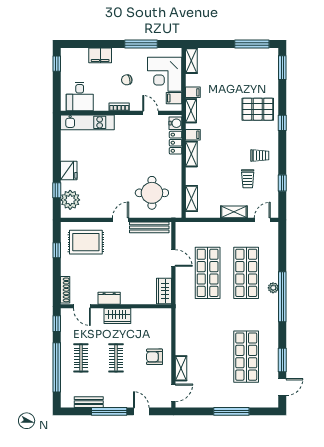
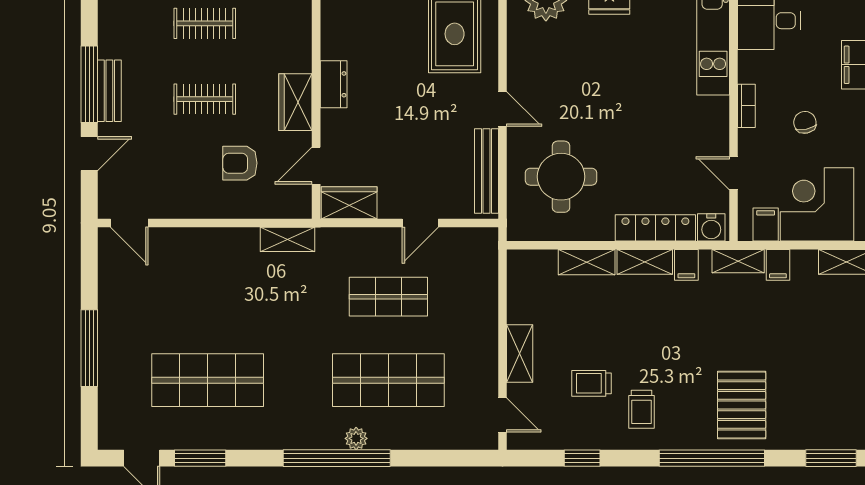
door: (150, 113) -> (734, 173), swing flipped
window: (282, 123) -> (712, 458), width x3.17
locker: (176, 143) -> (655, 228), width x1.53
shelving: (192, 198) -> (587, 262), moved
shop shelf: (208, 273) -> (388, 297), width x0.70, depth x0.74
door: (82, 306) -> (316, 166), moved
armchair: (155, 357) -> (240, 163), moved, turned -90
shelving: (181, 368) -> (288, 239), moved
bench: (89, 402) -> (109, 91), moved

